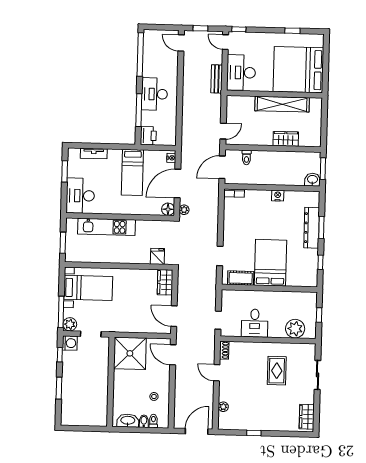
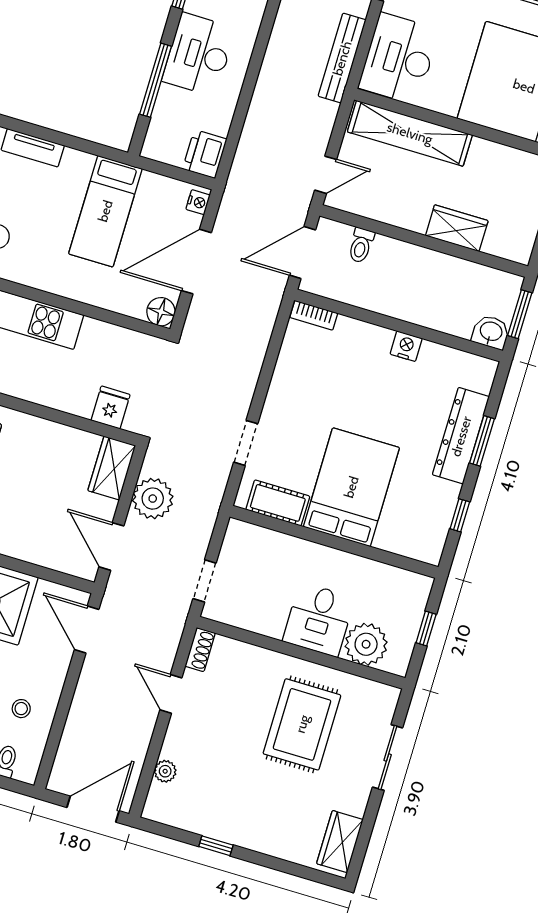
bench: (217, 79) -> (342, 58), width x1.36
shelving: (282, 104) -> (410, 133), moved
printer: (148, 136) -> (205, 154), moved, turned 180
plant: (184, 210) -> (153, 499), moved, width x1.88, depth x1.88
desk: (255, 323) -> (319, 619), moved
rug: (277, 371) -> (302, 724), width x1.36, depth x1.43

